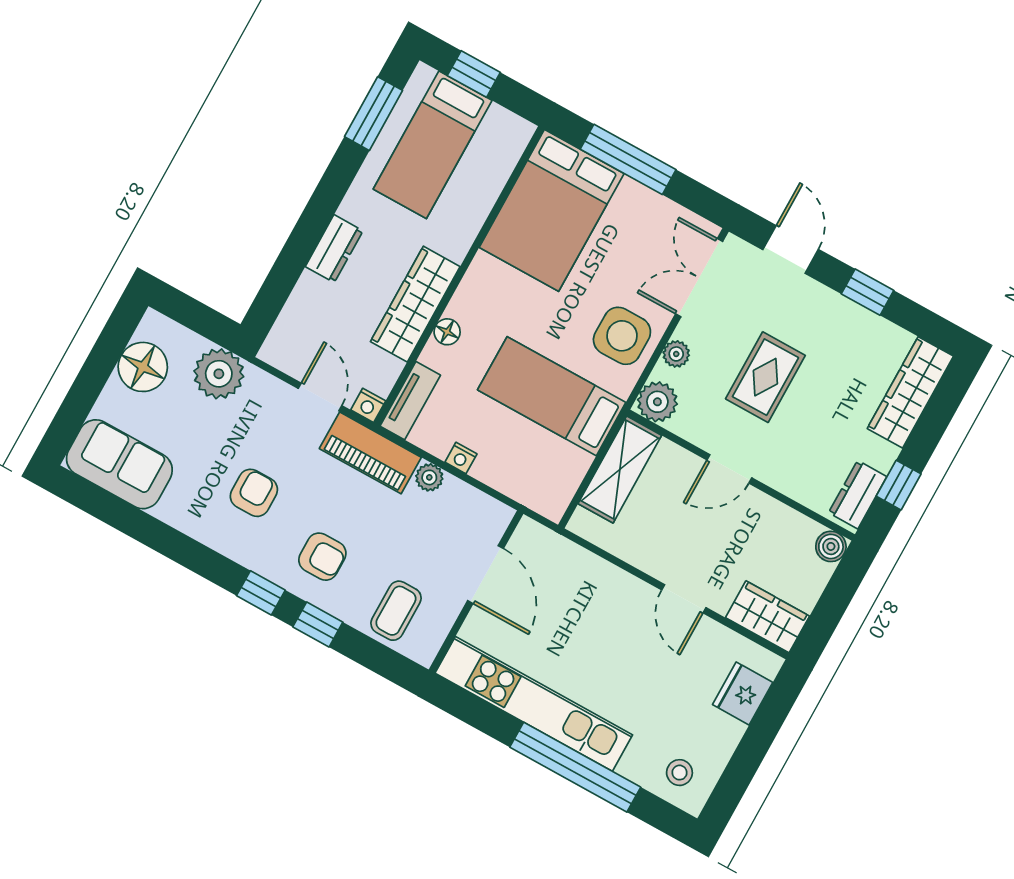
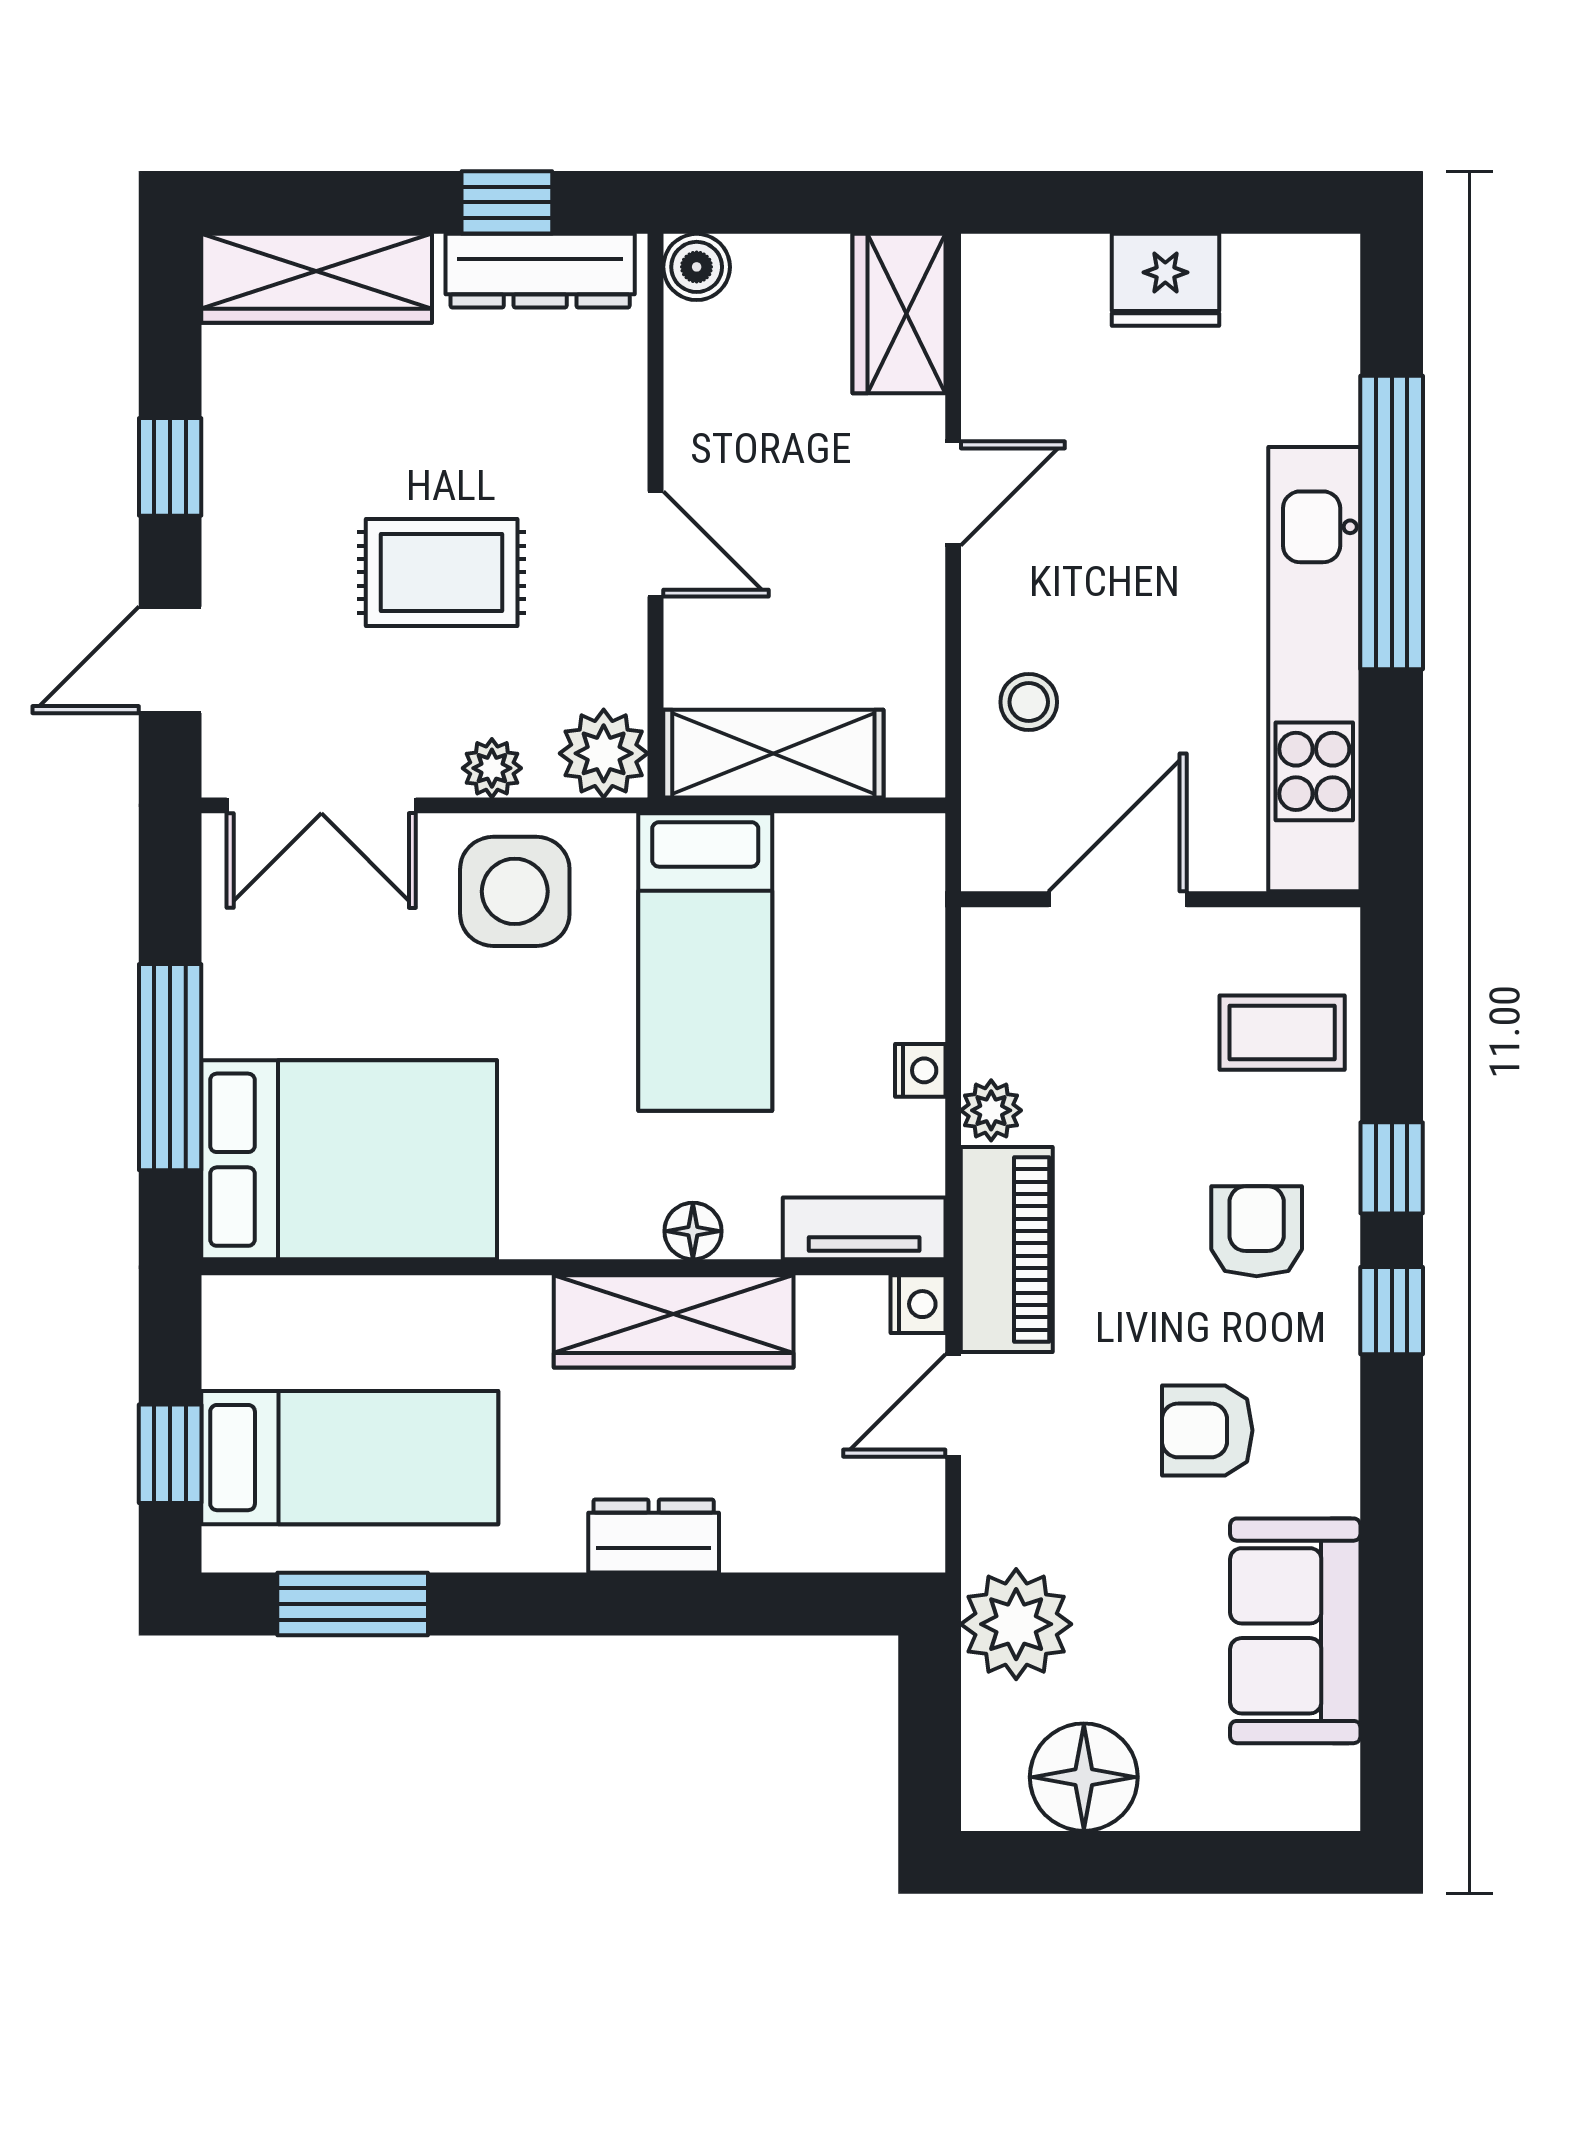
sofa: (119, 464) -> (1295, 1631), moved
dresser: (858, 495) -> (540, 271), width x1.44
fridge: (743, 693) -> (1165, 280), moved
stool: (679, 773) -> (1029, 702), moved

